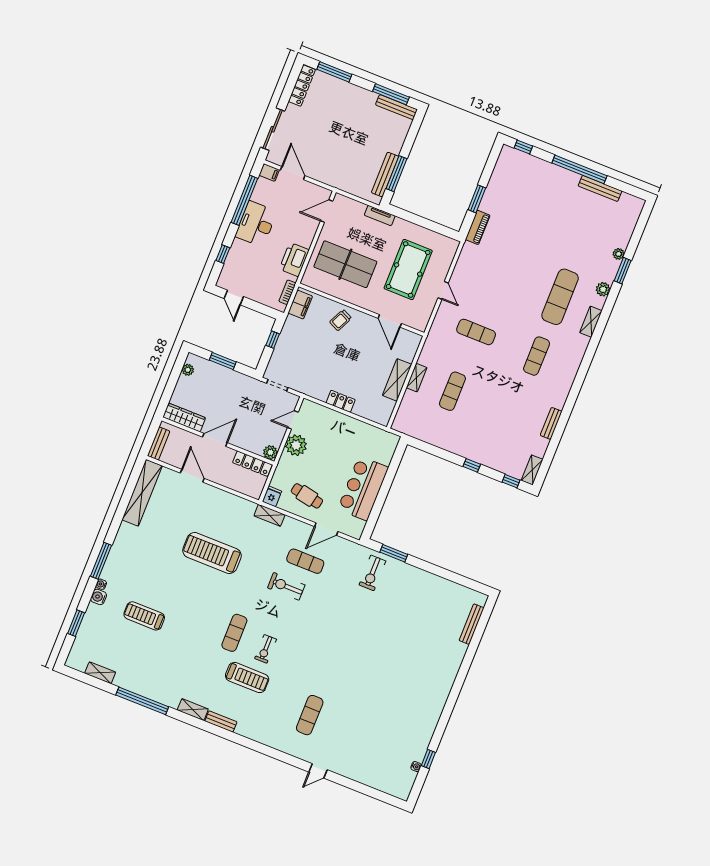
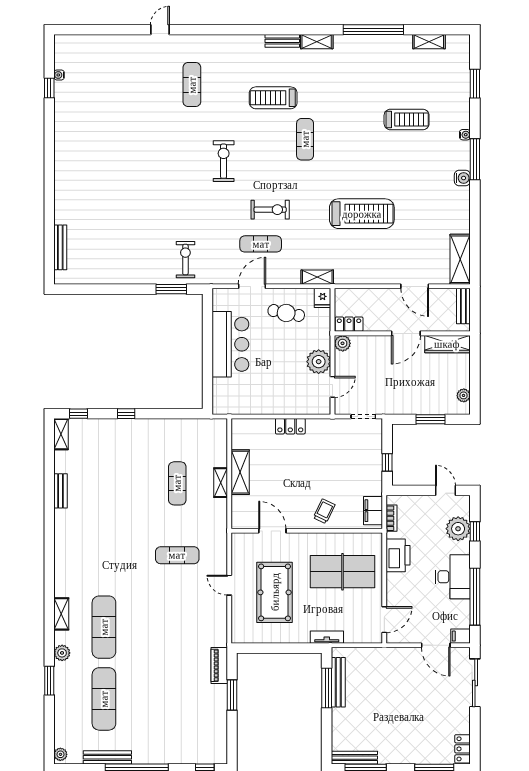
locker: (302, 85) -> (463, 749), width x0.66
plant: (619, 254) -> (60, 754), moved
plant: (236, 262) -> (458, 529), added
exercise mat: (537, 356) -> (104, 699), moved, width x1.36, depth x1.45
locker: (252, 464) -> (349, 324), width x0.66
shelving: (142, 493) -> (460, 259), width x0.68
water cooler: (99, 597) -> (462, 178), moved
exercise bike: (266, 649) -> (224, 161), moved, width x1.38, depth x1.39

